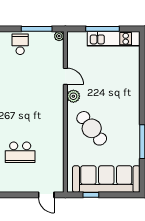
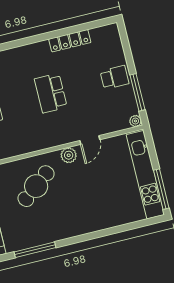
window: (103, 29) -> (161, 189), moved
kitchen unit: (114, 39) -> (145, 175), width x1.36
school desk: (20, 98) -> (51, 93), added

